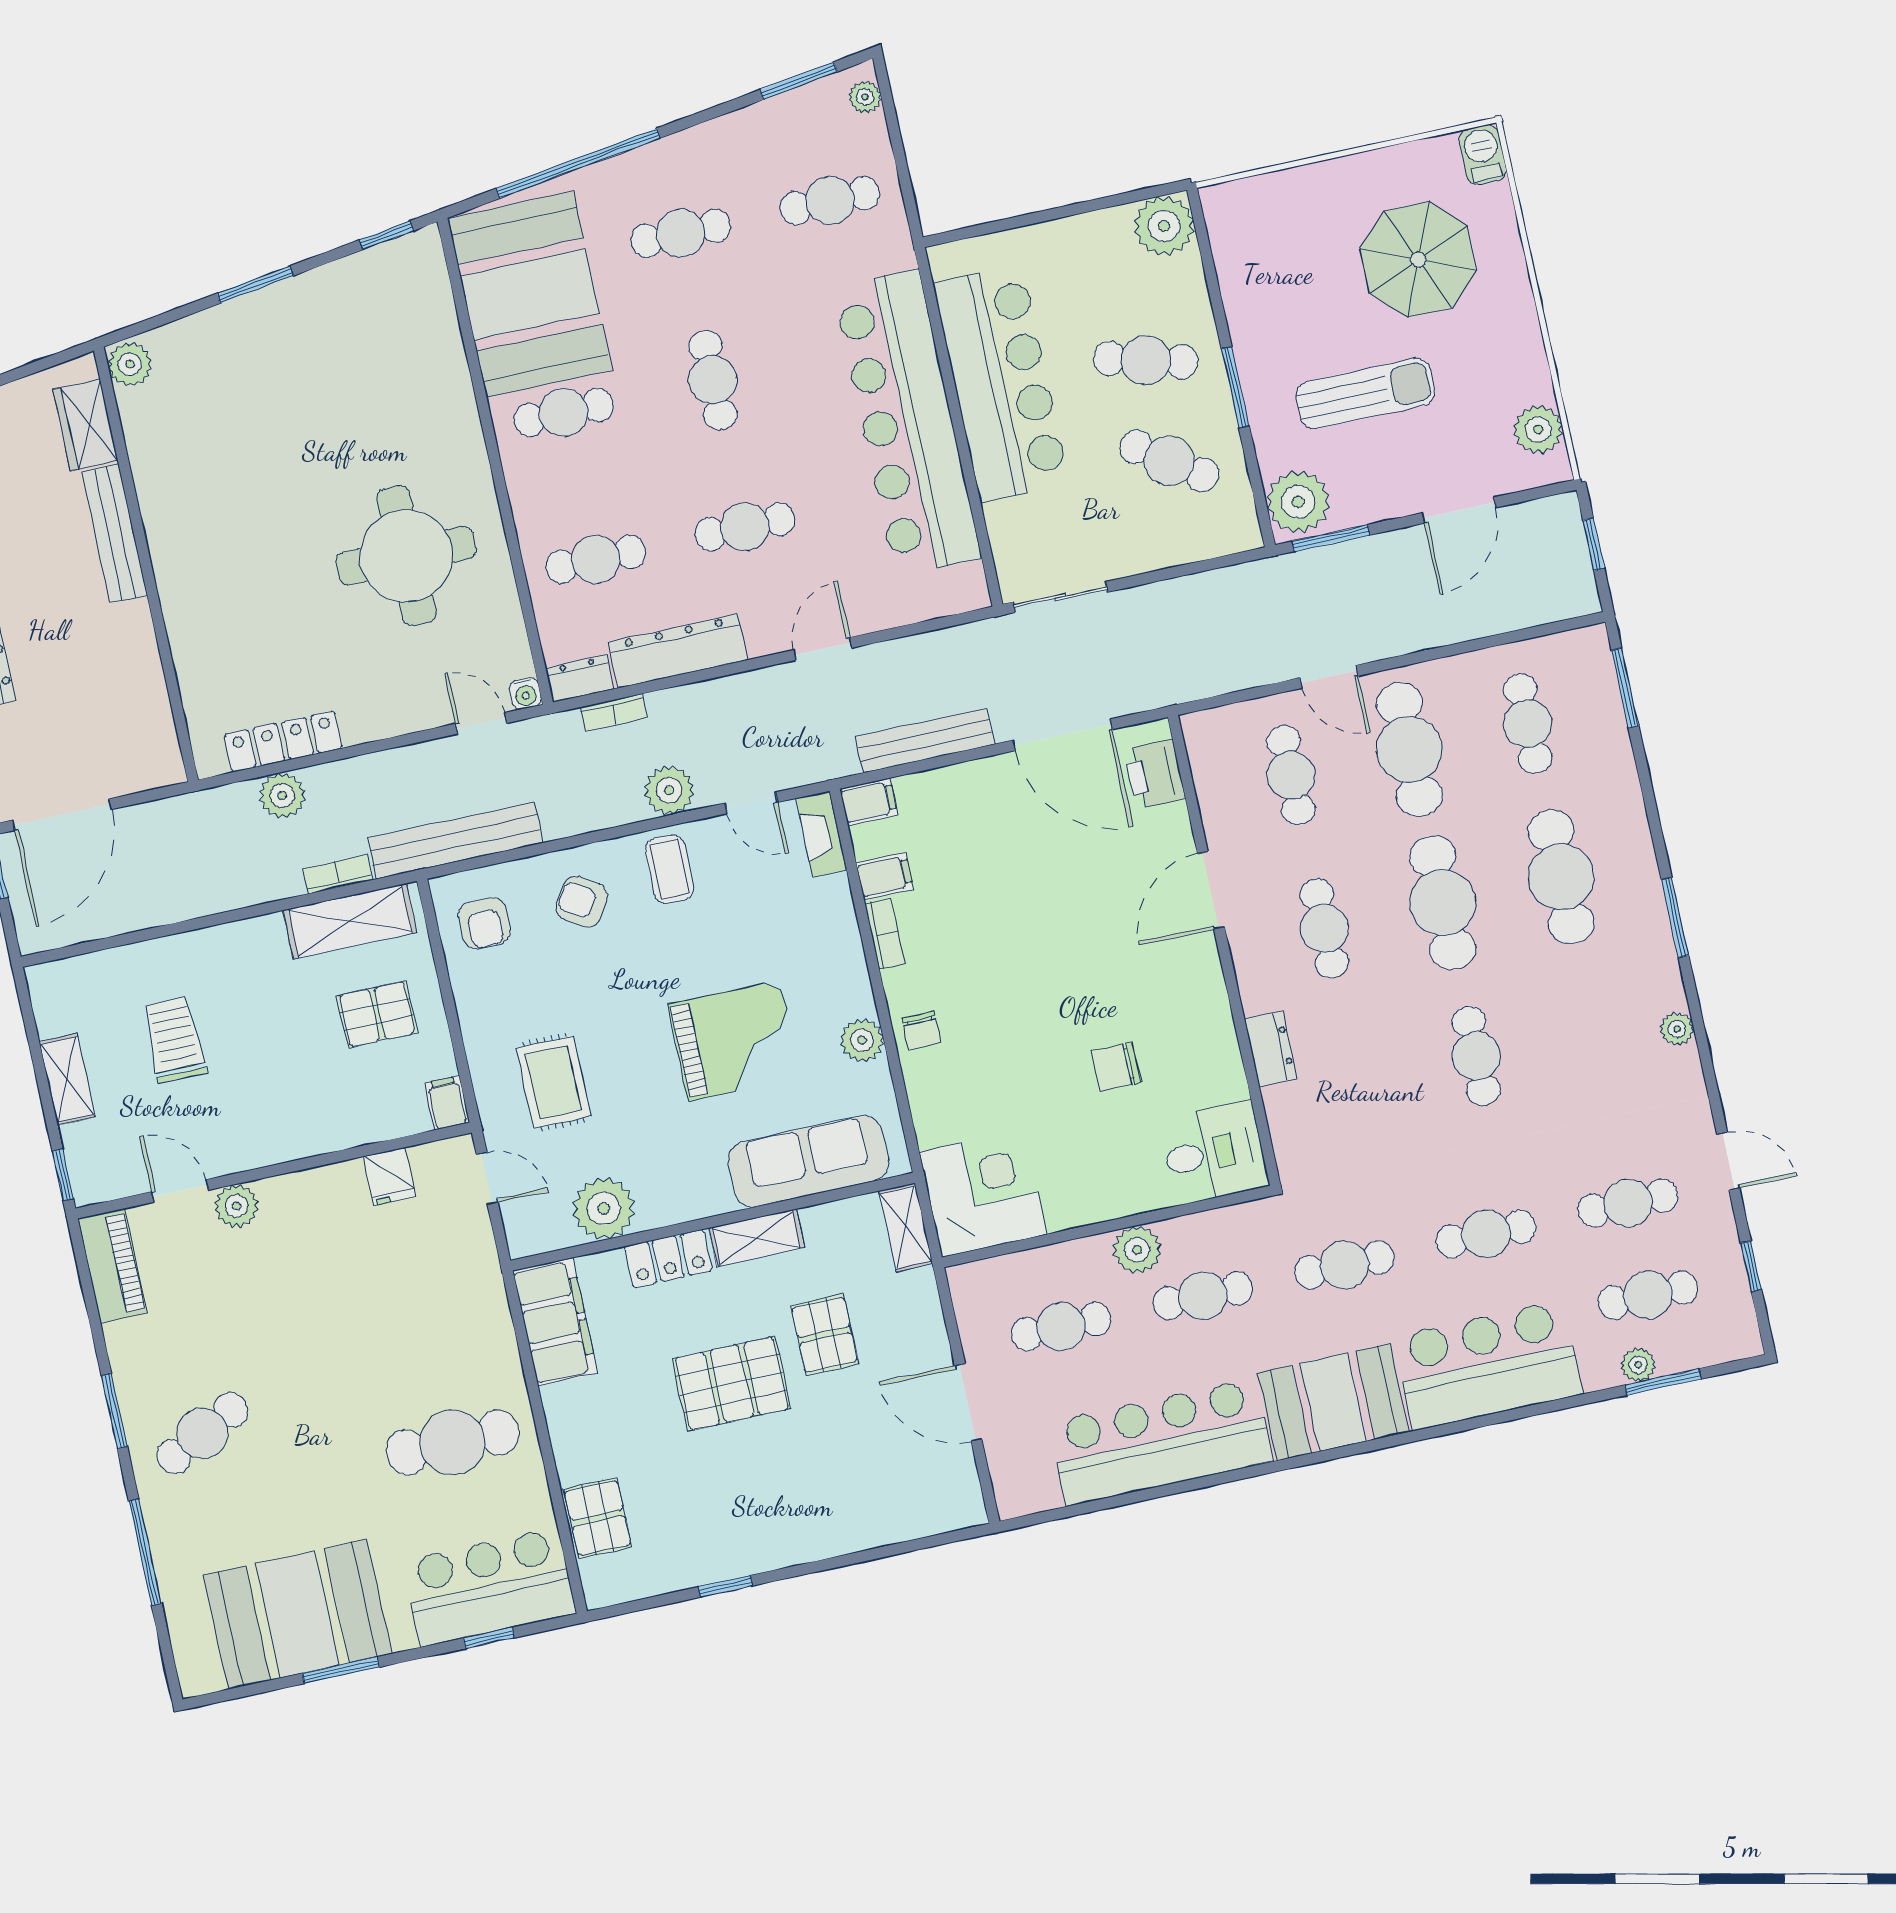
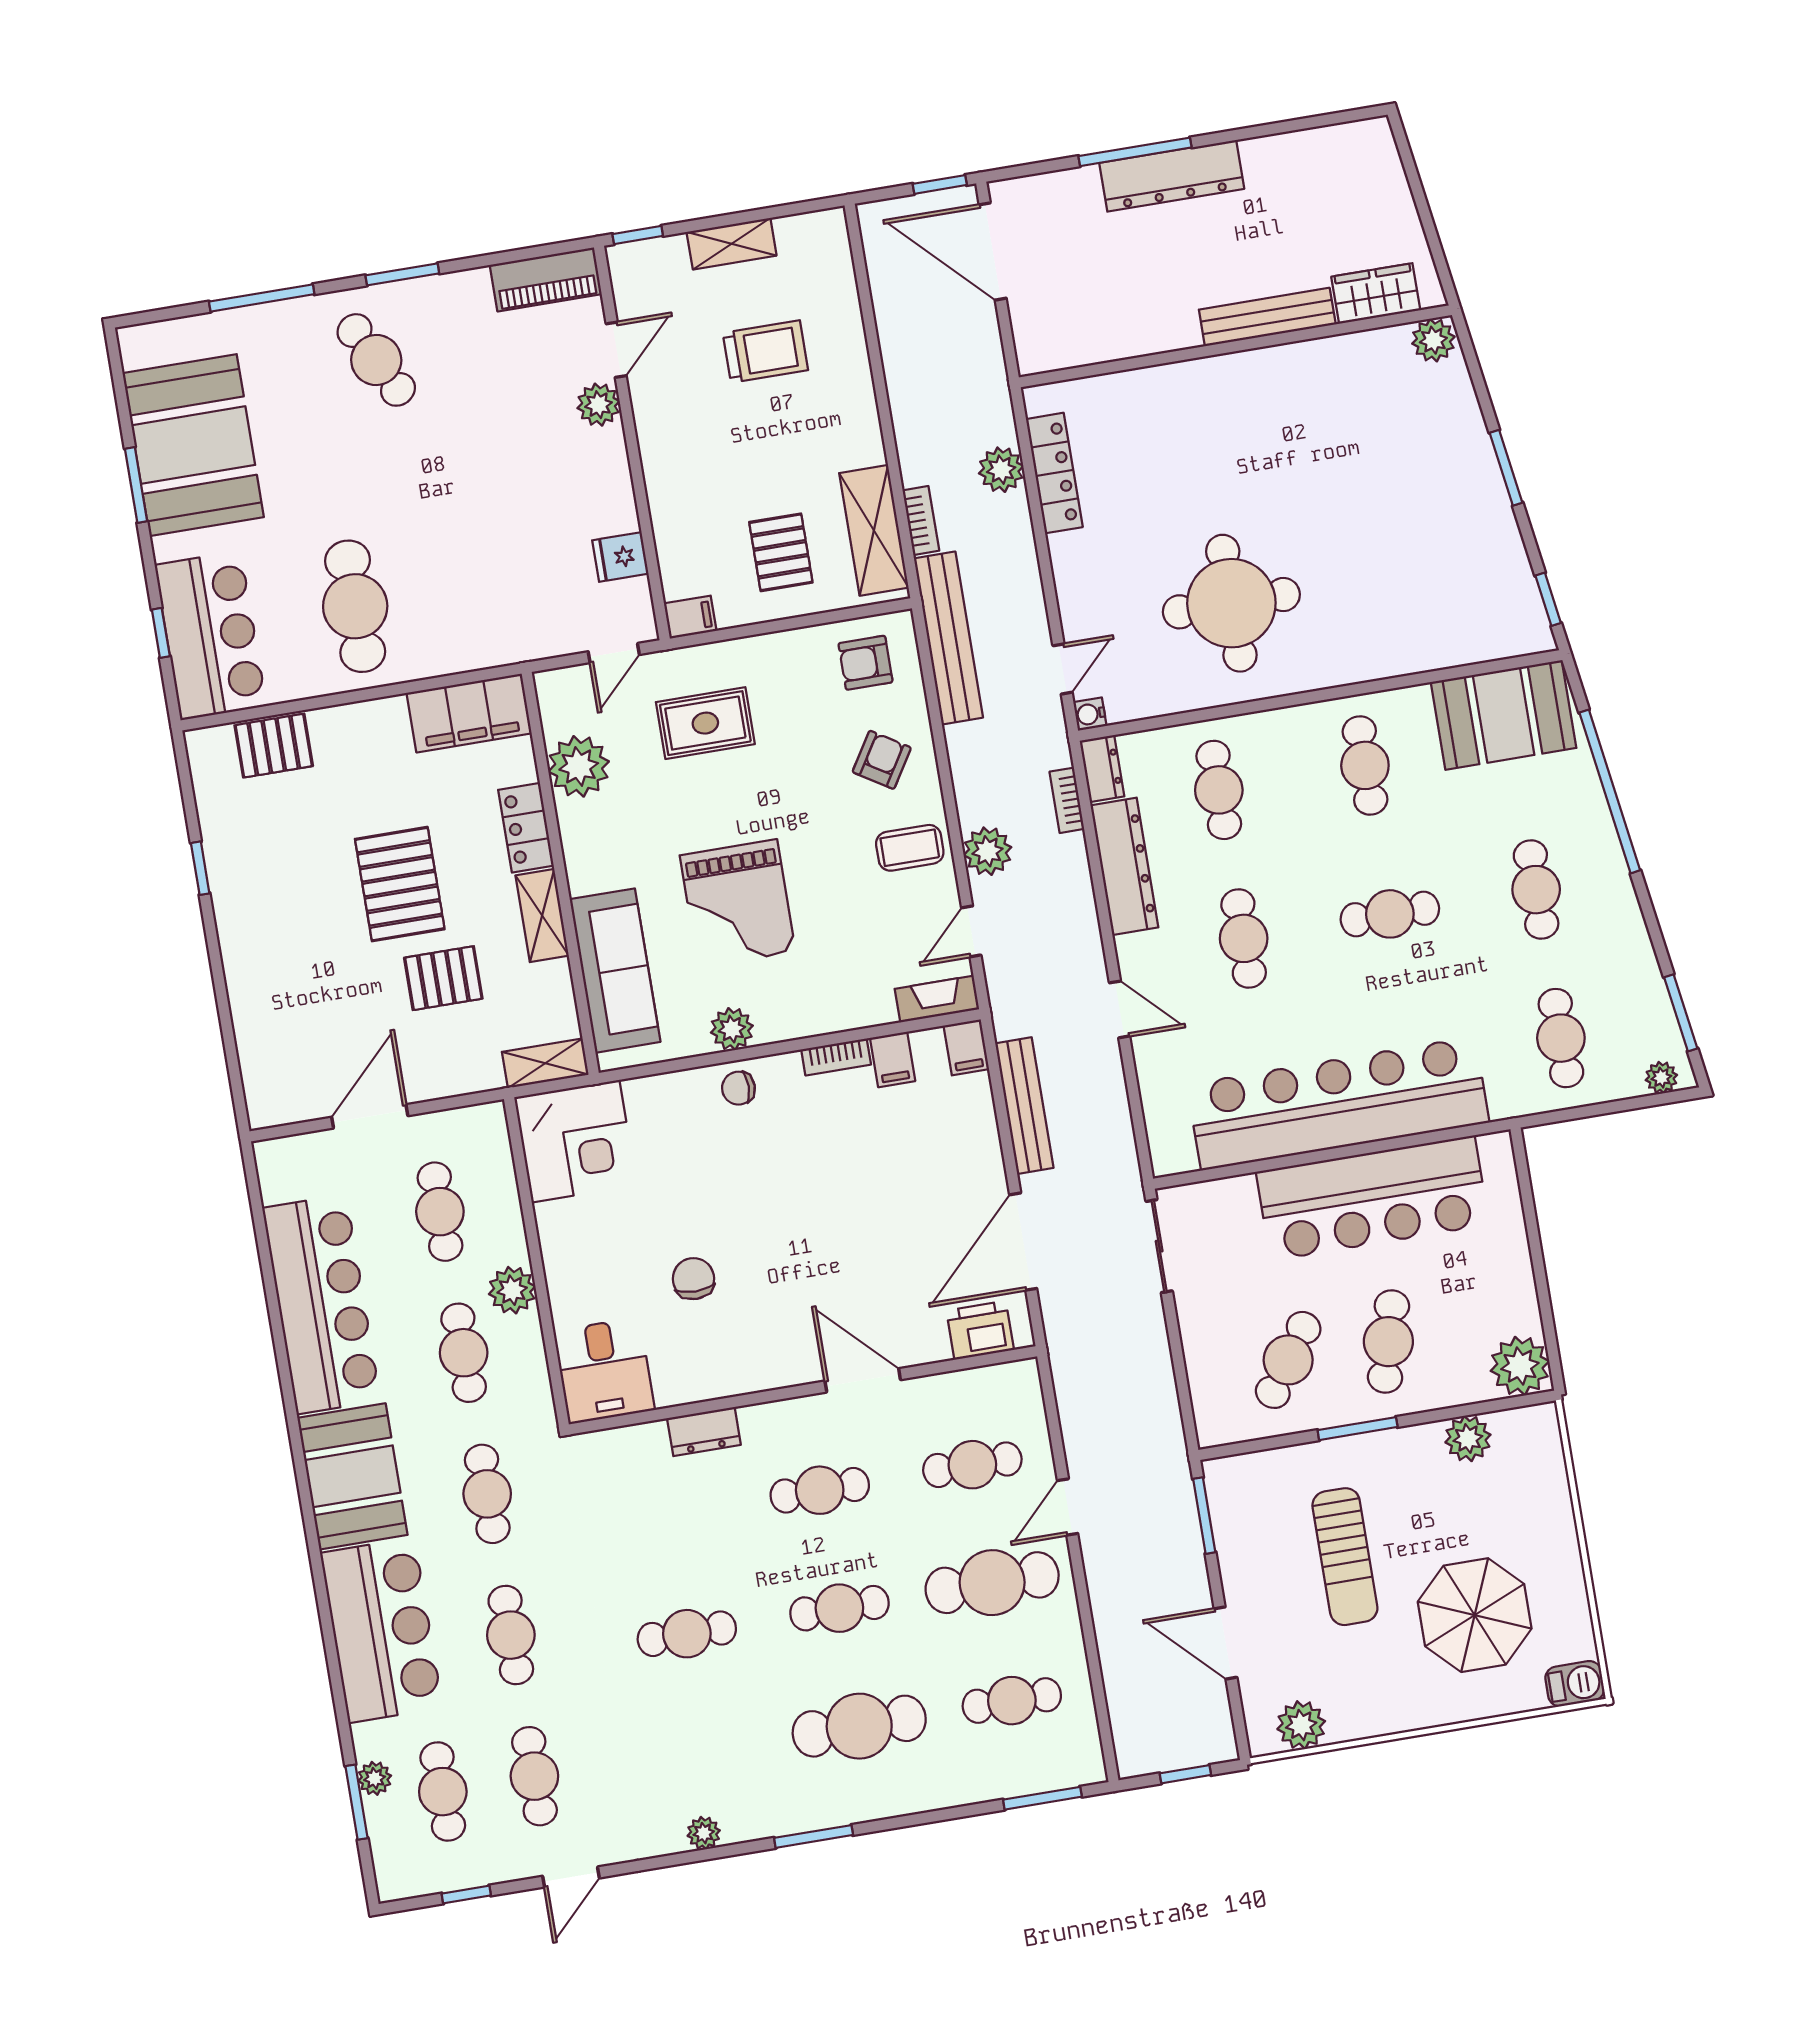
booth: (530, 294) -> (1504, 715), width x0.73, depth x0.70
plant: (1298, 502) -> (1468, 1439), moved, width x0.73, depth x0.73
cafe table: (1443, 903) -> (839, 1608), width x0.73, depth x0.74

